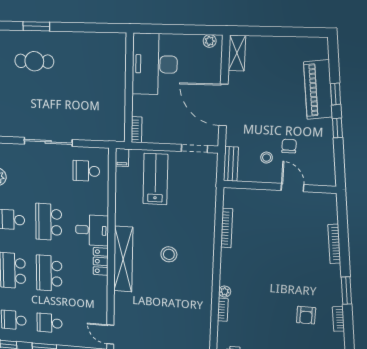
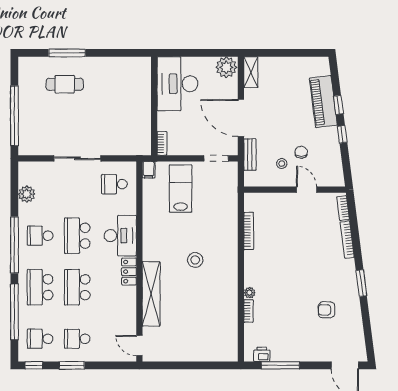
window: (36, 26) -> (67, 53), width x1.44
plant: (210, 41) -> (226, 67), width x1.87, depth x1.87
bench: (231, 164) -> (250, 155), moved
desk: (92, 230) -> (120, 236), width x1.37
shelving: (123, 259) -> (151, 294), moved
armchair: (306, 315) -> (326, 310), turned 90
bookcase: (338, 319) -> (343, 208), moved

